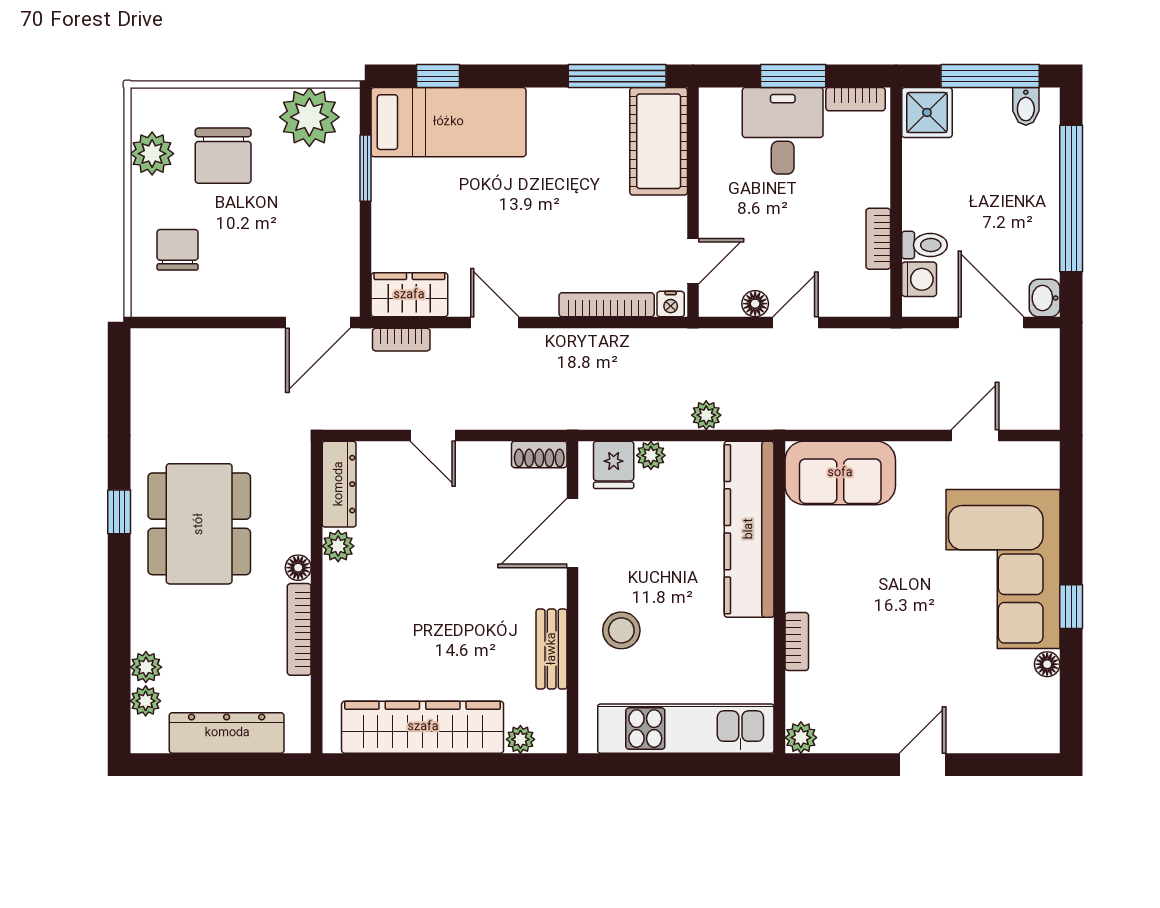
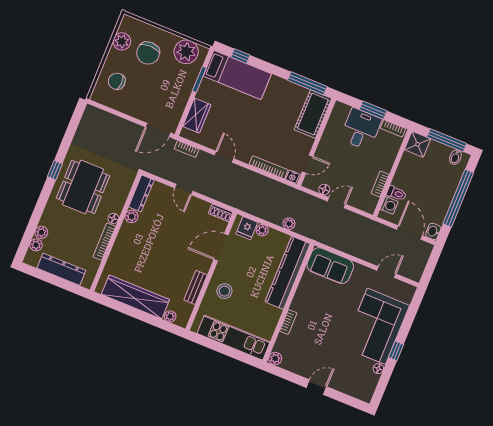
chair: (178, 250) -> (117, 81), turned -90
wardrobe: (409, 295) -> (197, 116), moved, turned 90

